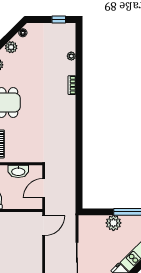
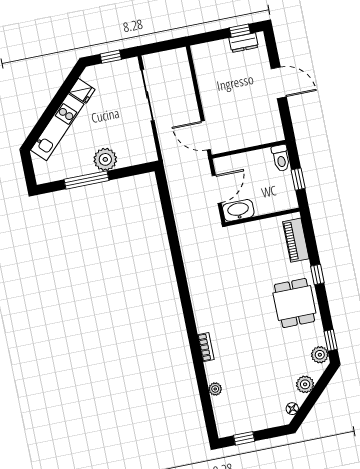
washbasin: (18, 171) -> (238, 210), moved
door: (44, 225) -> (206, 135), hinge flipped

